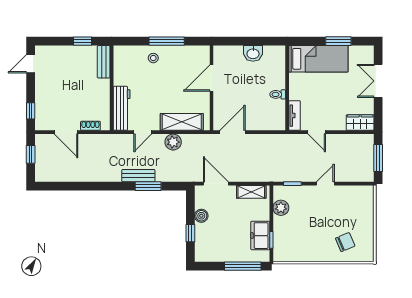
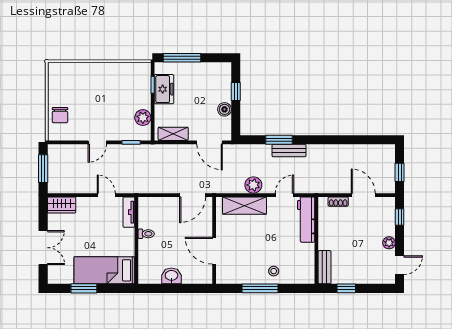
door: (211, 78) -> (214, 251), swing flipped
plant: (41, 86) -> (389, 243), added
chair: (345, 242) -> (60, 115), moved, turned -67

